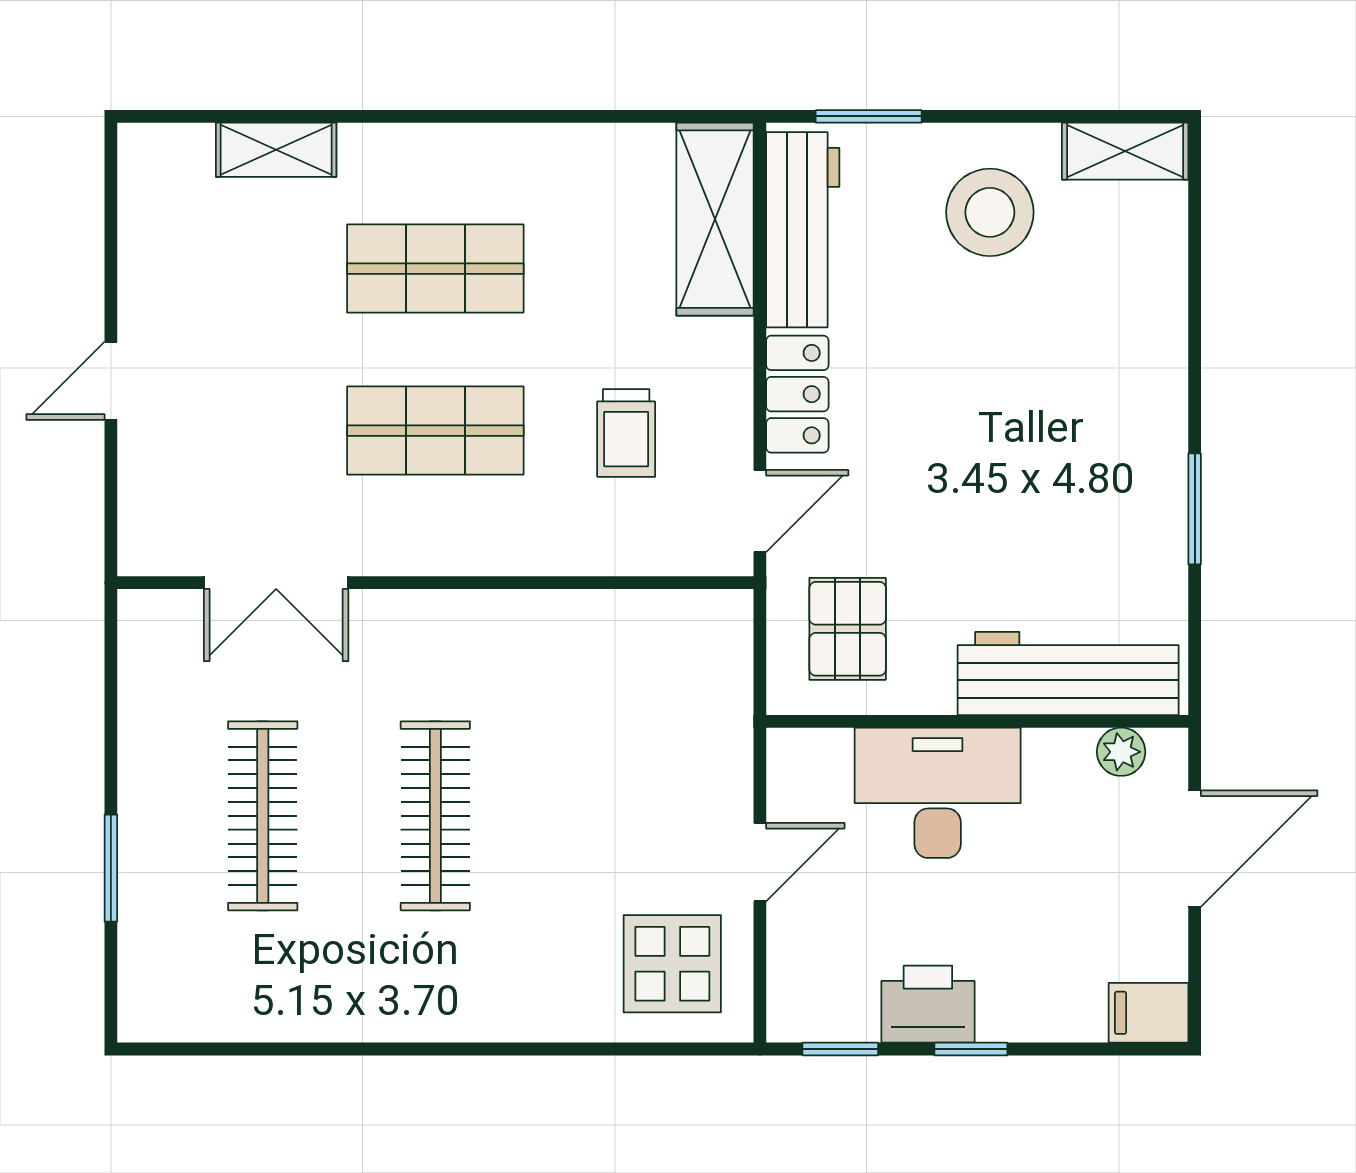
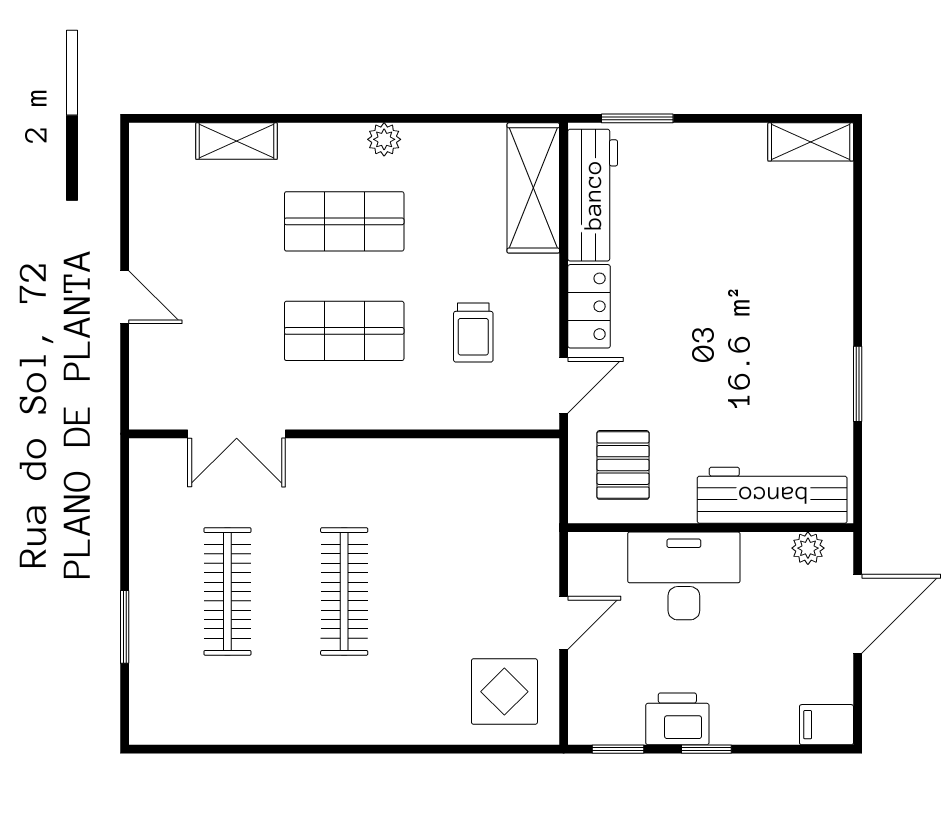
plant: (494, 147) -> (384, 139), added
stool: (990, 212) -> (719, 183), removed
door: (111, 381) -> (125, 297), swing flipped

